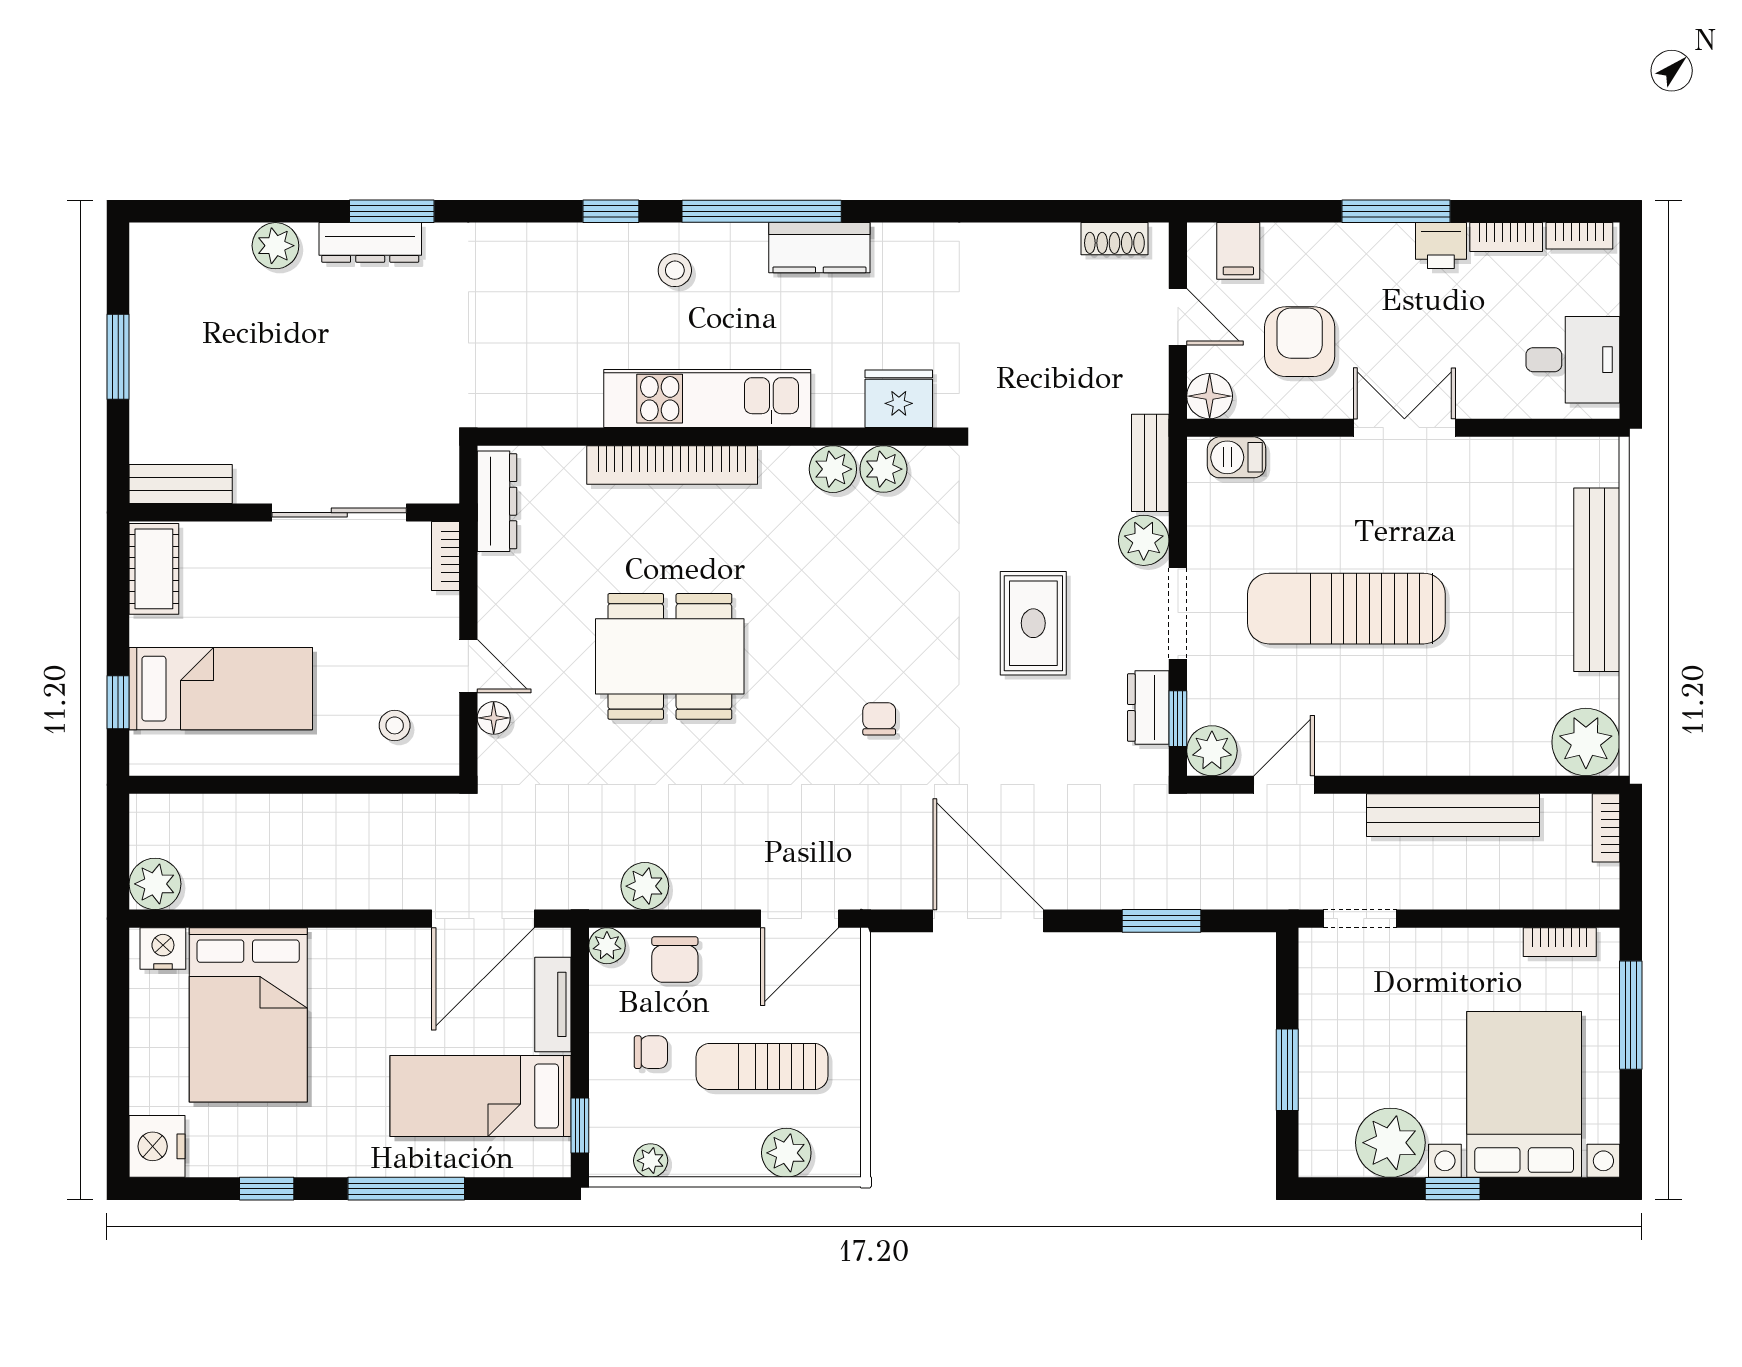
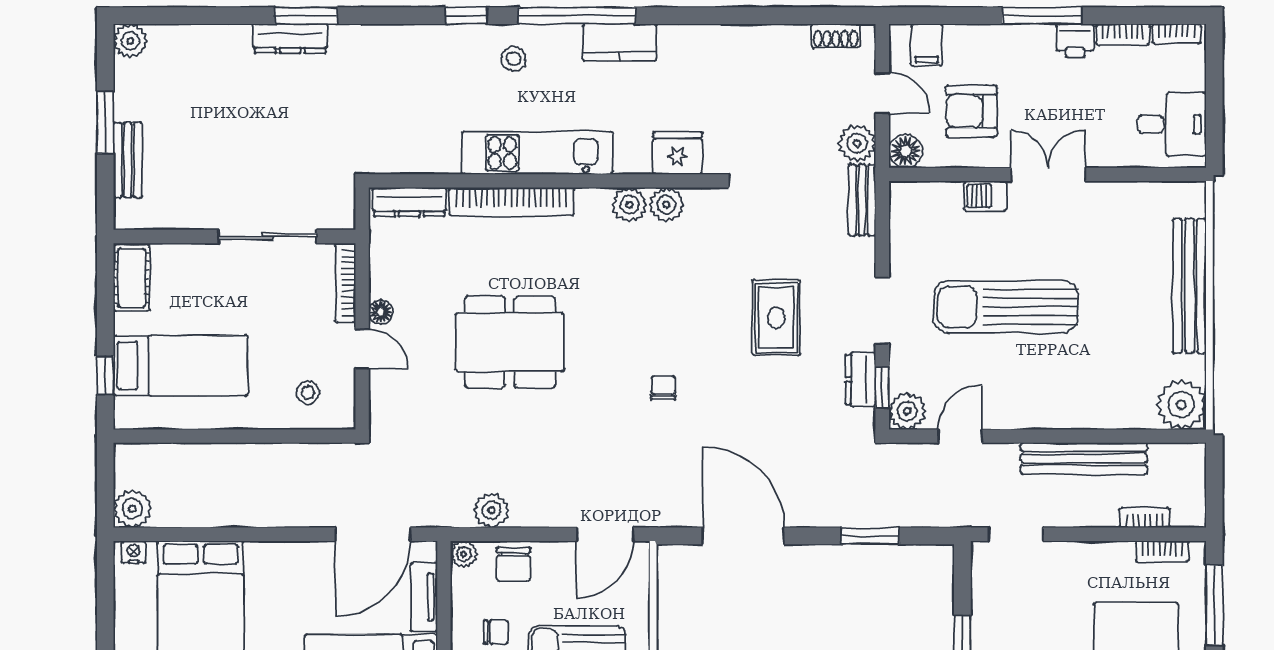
plant: (275, 246) -> (130, 41), moved
armchair: (1300, 342) -> (972, 111), turned -90
barbecue: (1237, 457) -> (985, 196), moved
bench: (181, 484) -> (128, 160), moved, turned 90
dresser: (497, 501) -> (409, 202), moved, turned 90
plant: (1144, 540) -> (857, 143), moved
bookcase: (446, 556) -> (345, 283), width x1.56
floor lamp: (494, 718) -> (381, 312), moved
bookcase: (1606, 828) -> (1145, 518), moved, turned 90
nightstand: (163, 948) -> (133, 552), width x0.72, depth x0.74

